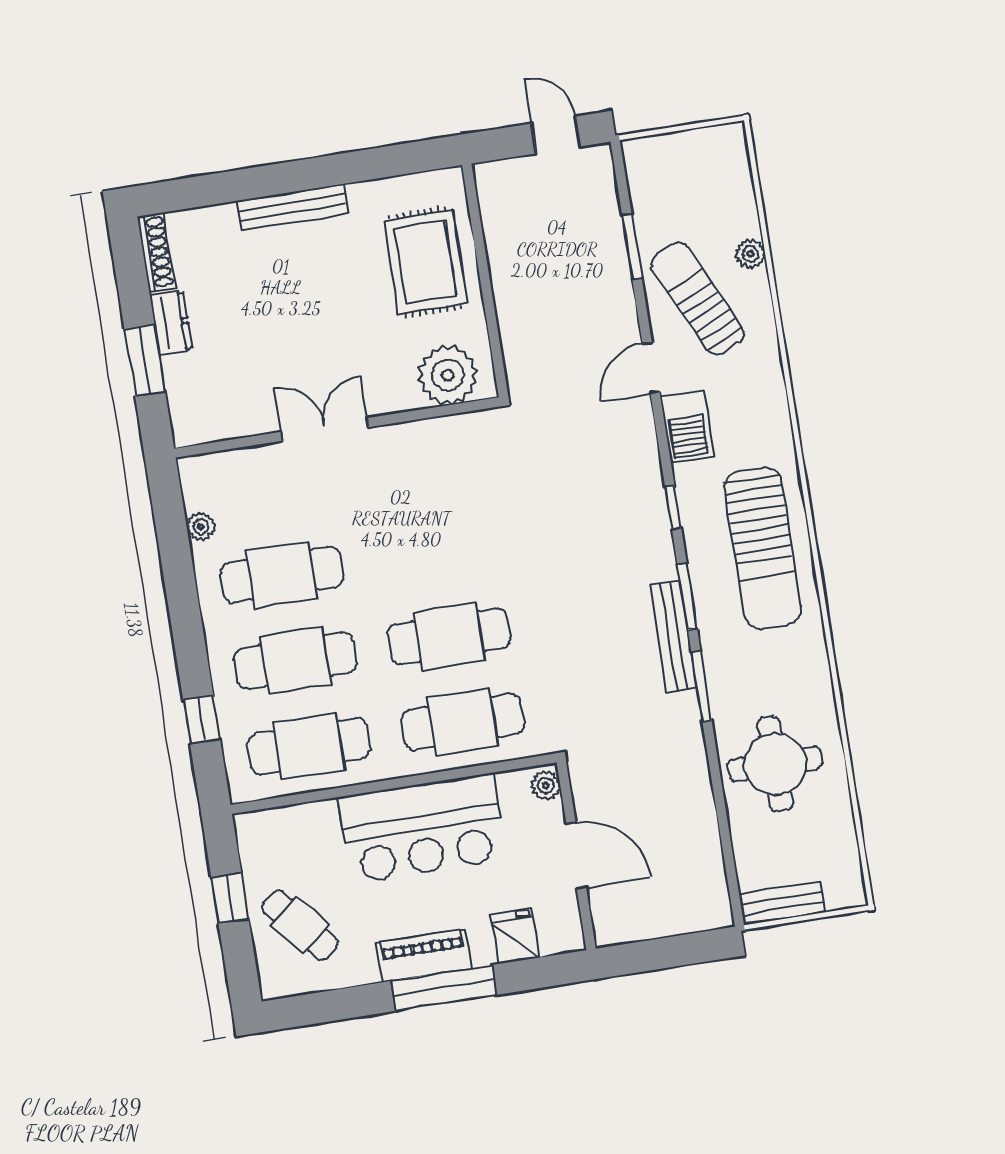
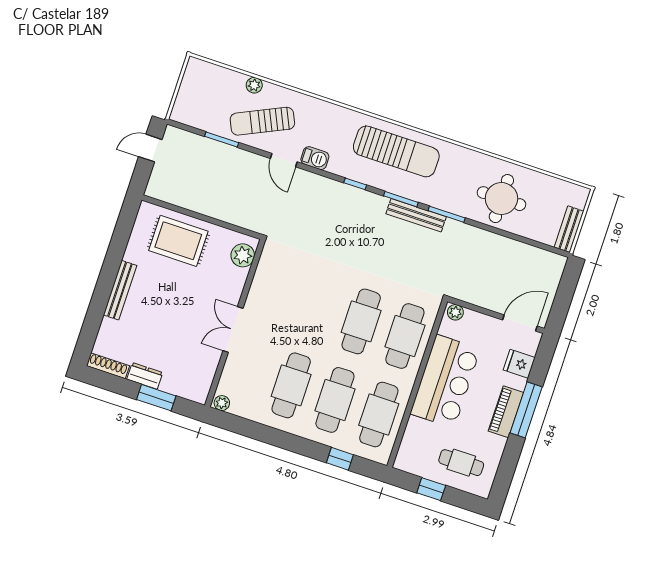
plant: (448, 375) -> (243, 255), width x0.73, depth x0.73
barbecue: (687, 426) -> (315, 158), width x0.73, depth x0.79
plant: (201, 527) -> (222, 403), moved
door: (576, 856) -> (520, 323), moved
cafe table: (300, 925) -> (461, 463), turned 40

